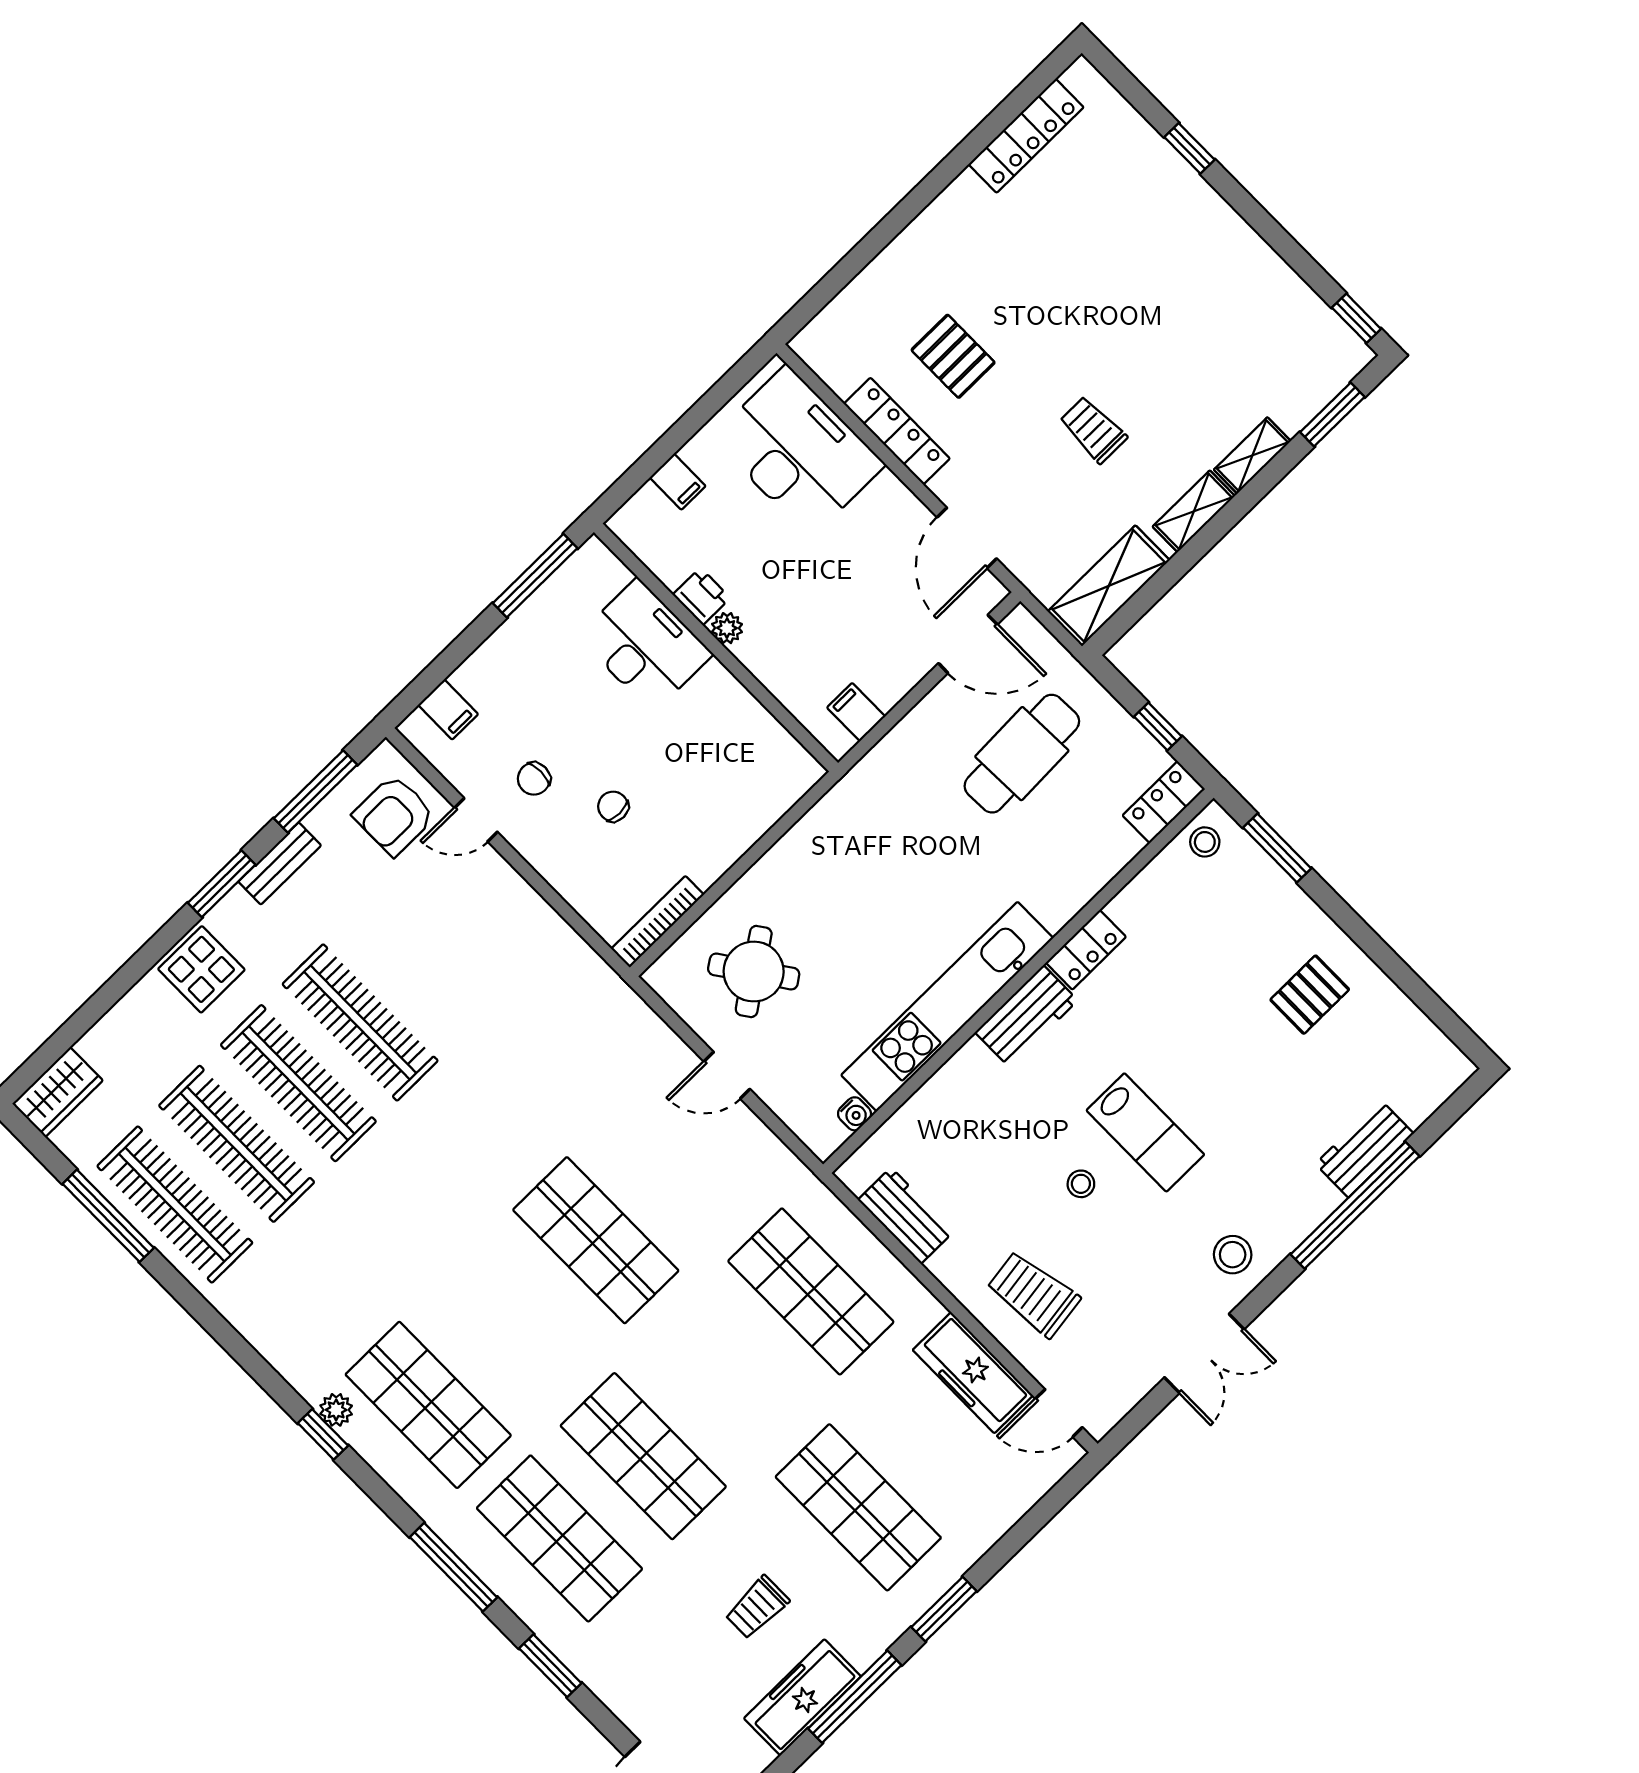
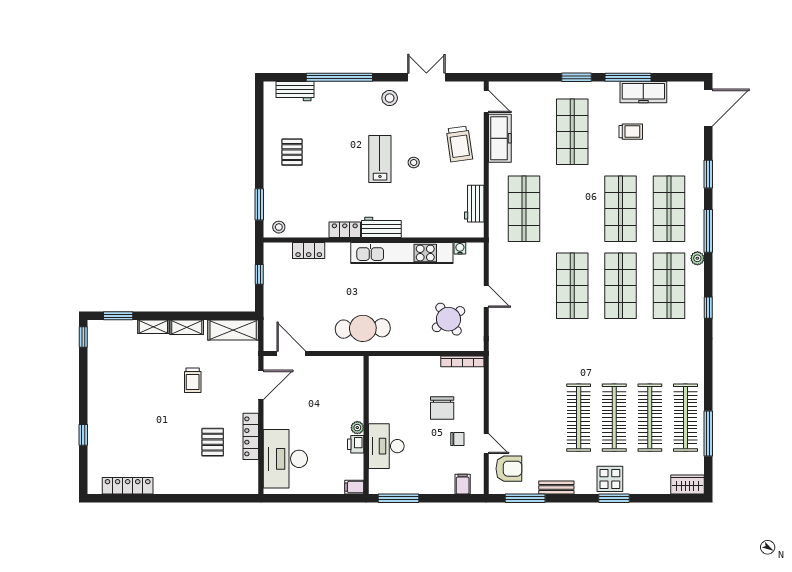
filing cabinet: (678, 482) -> (354, 487), moved, turned -90
filing cabinet: (856, 712) -> (344, 366), removed
cafe table: (1022, 754) -> (363, 328), moved
locker: (1164, 802) -> (309, 251), moved
chair: (613, 807) -> (442, 408), width x1.87, depth x1.87
window: (222, 884) -> (614, 498), moved
pallet: (1310, 995) -> (292, 152), turned 90
workbench: (1364, 1149) -> (295, 91), moved
shop shelf: (512, 1323) -> (621, 286), added
plant: (336, 1410) -> (697, 258), moved

